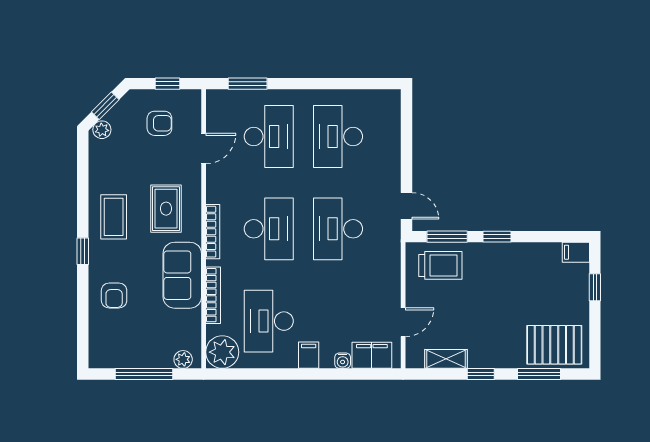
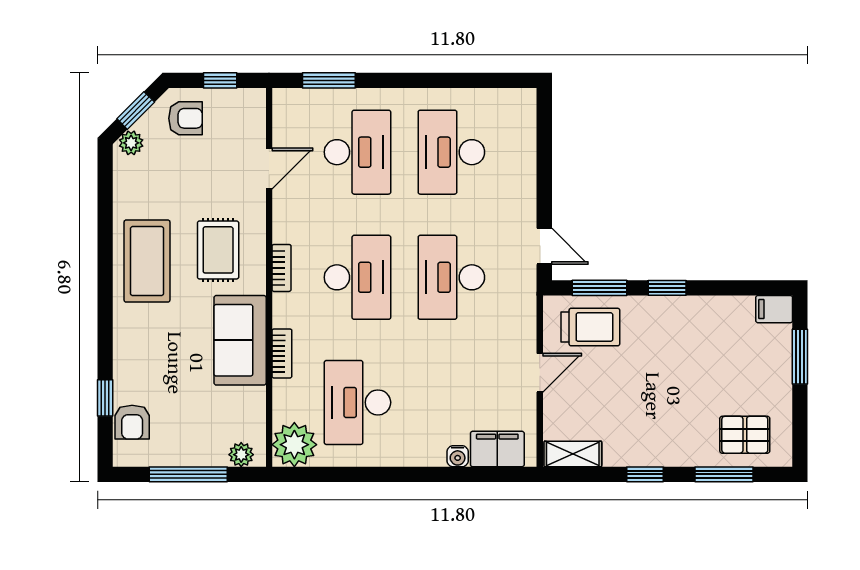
armchair: (159, 123) -> (186, 118), moved
coffee table: (114, 217) -> (147, 261), width x1.36, depth x1.32
bookcase: (213, 232) -> (281, 268), width x0.64
window: (83, 251) -> (105, 398), moved
window: (595, 287) -> (800, 357), width x1.50
armchair: (114, 295) -> (132, 422), moved
bookcase: (213, 295) -> (282, 353), width x0.64
door: (403, 322) -> (540, 373), moved
pallet: (554, 345) -> (745, 435), width x0.67, depth x0.71
filing cabinet: (309, 355) -> (411, 449), removed
shelving: (446, 359) -> (573, 454), moved

